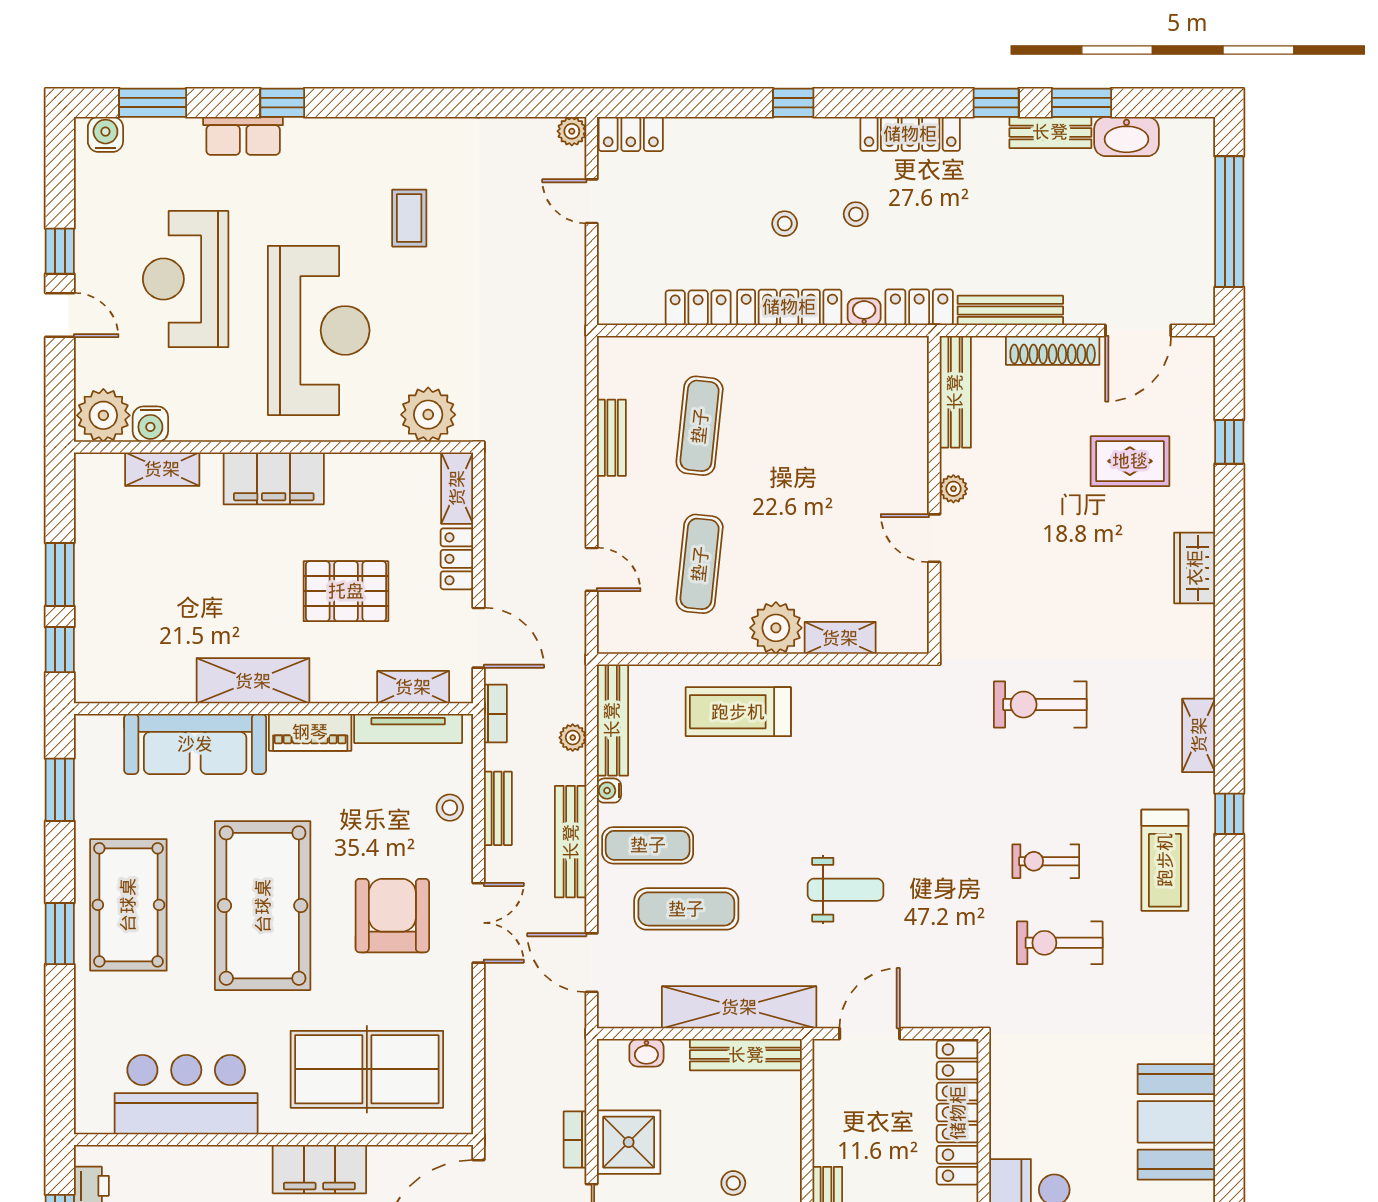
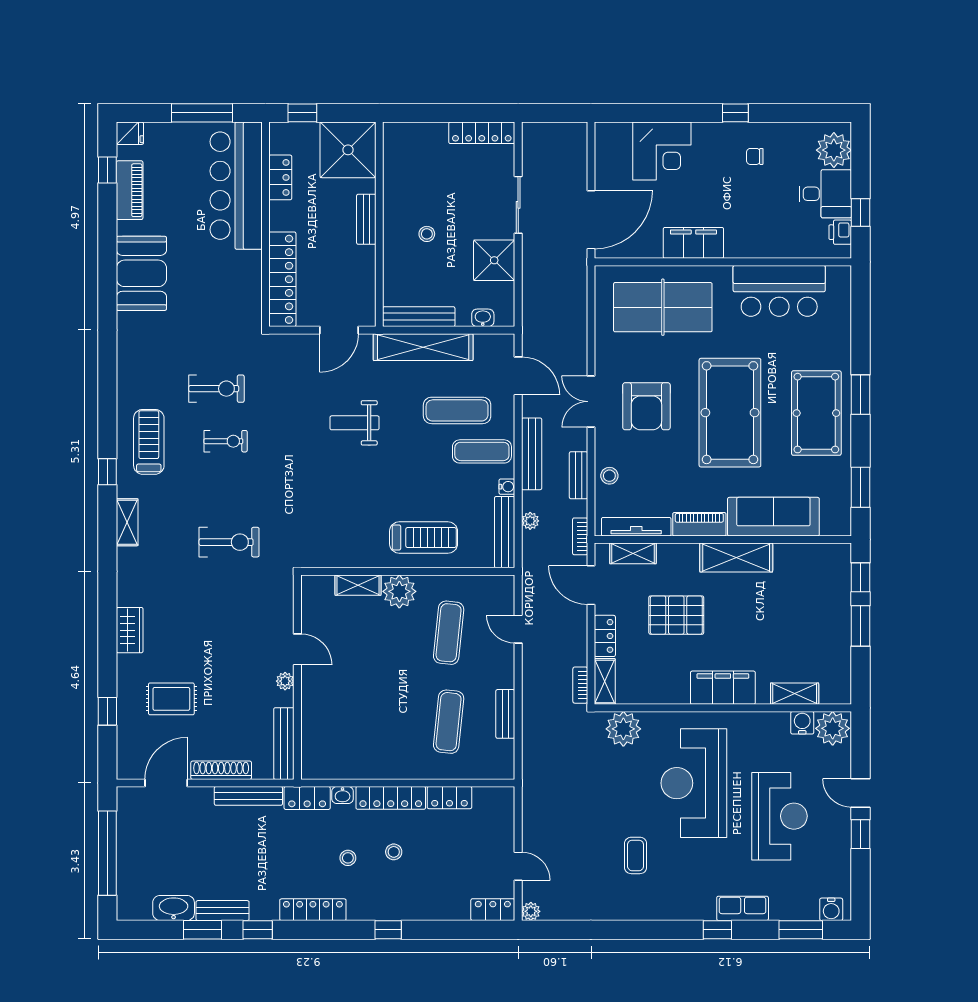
bookcase: (575, 1140) -> (580, 685), moved, turned 180

